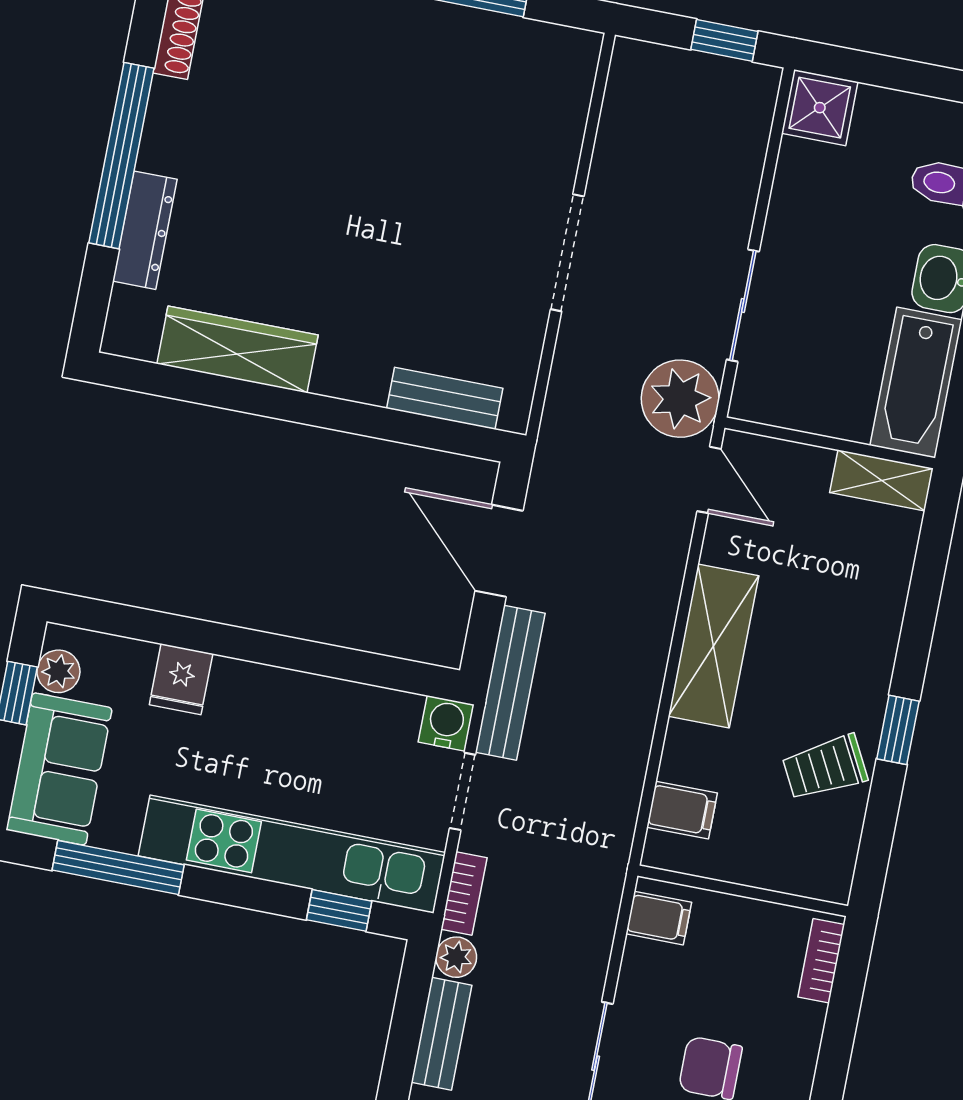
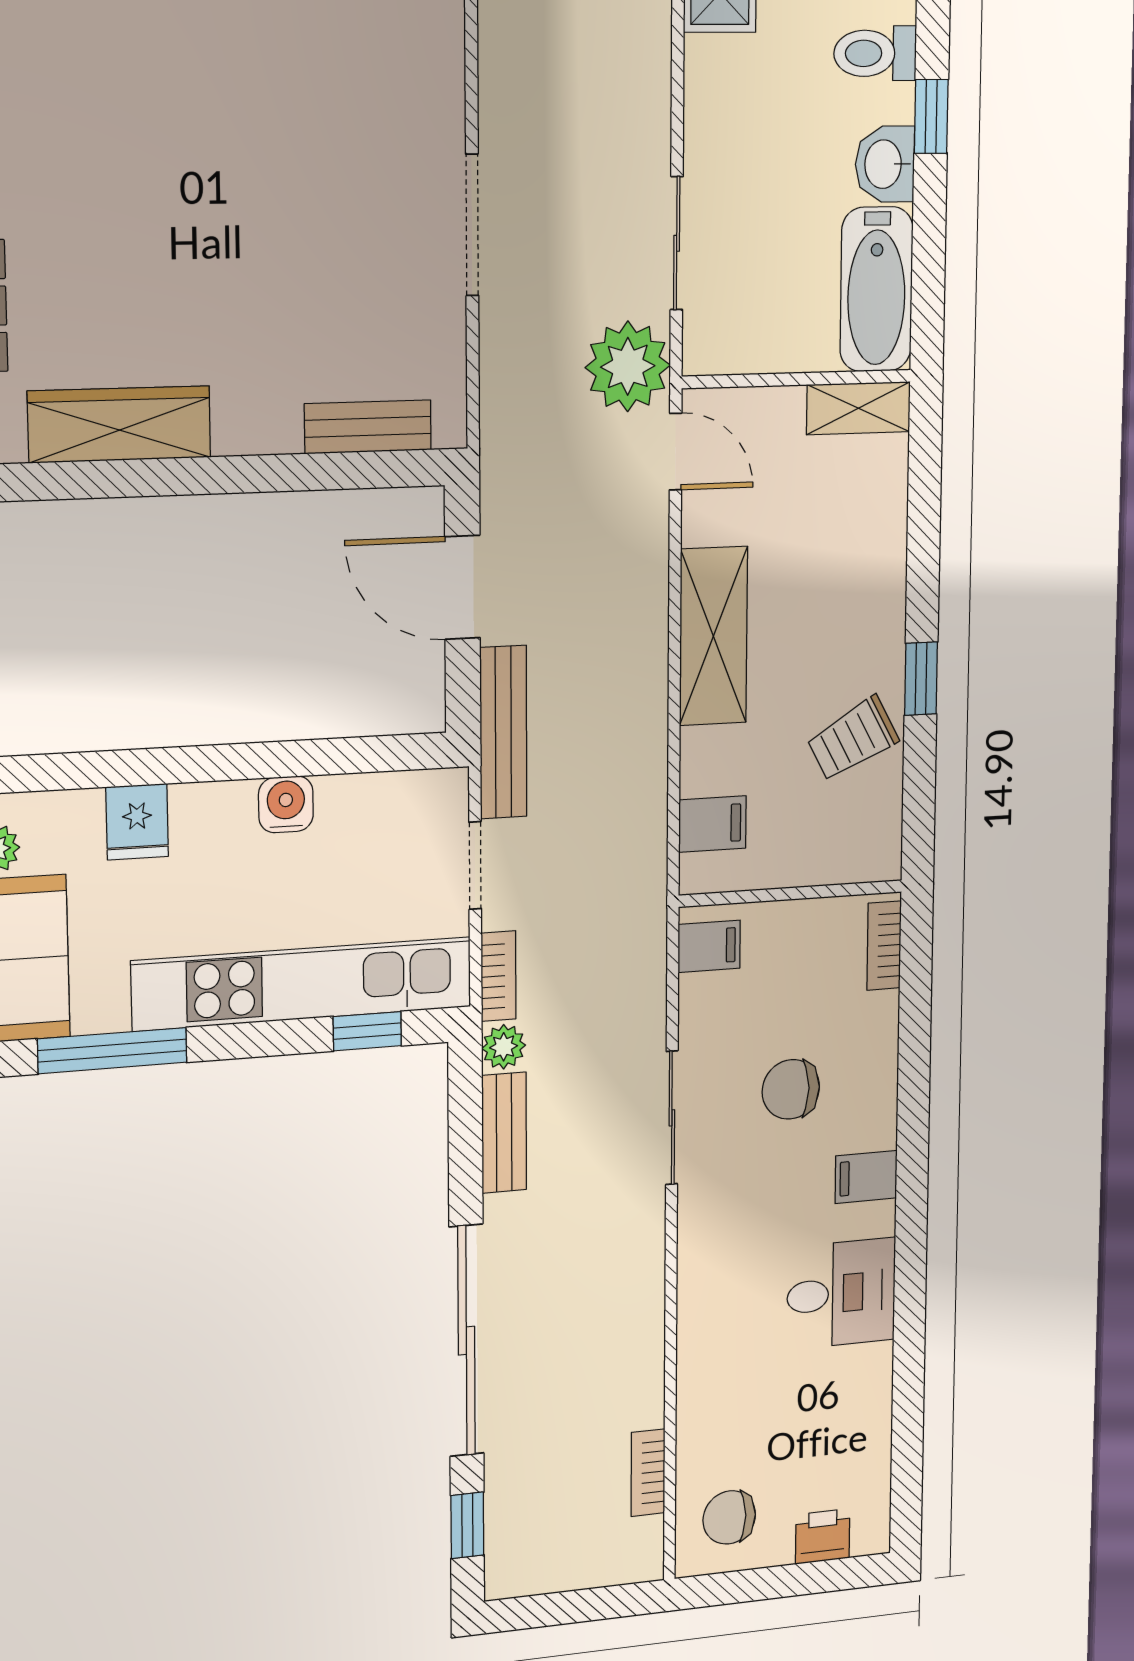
water cooler: (446, 723) -> (286, 804), moved

